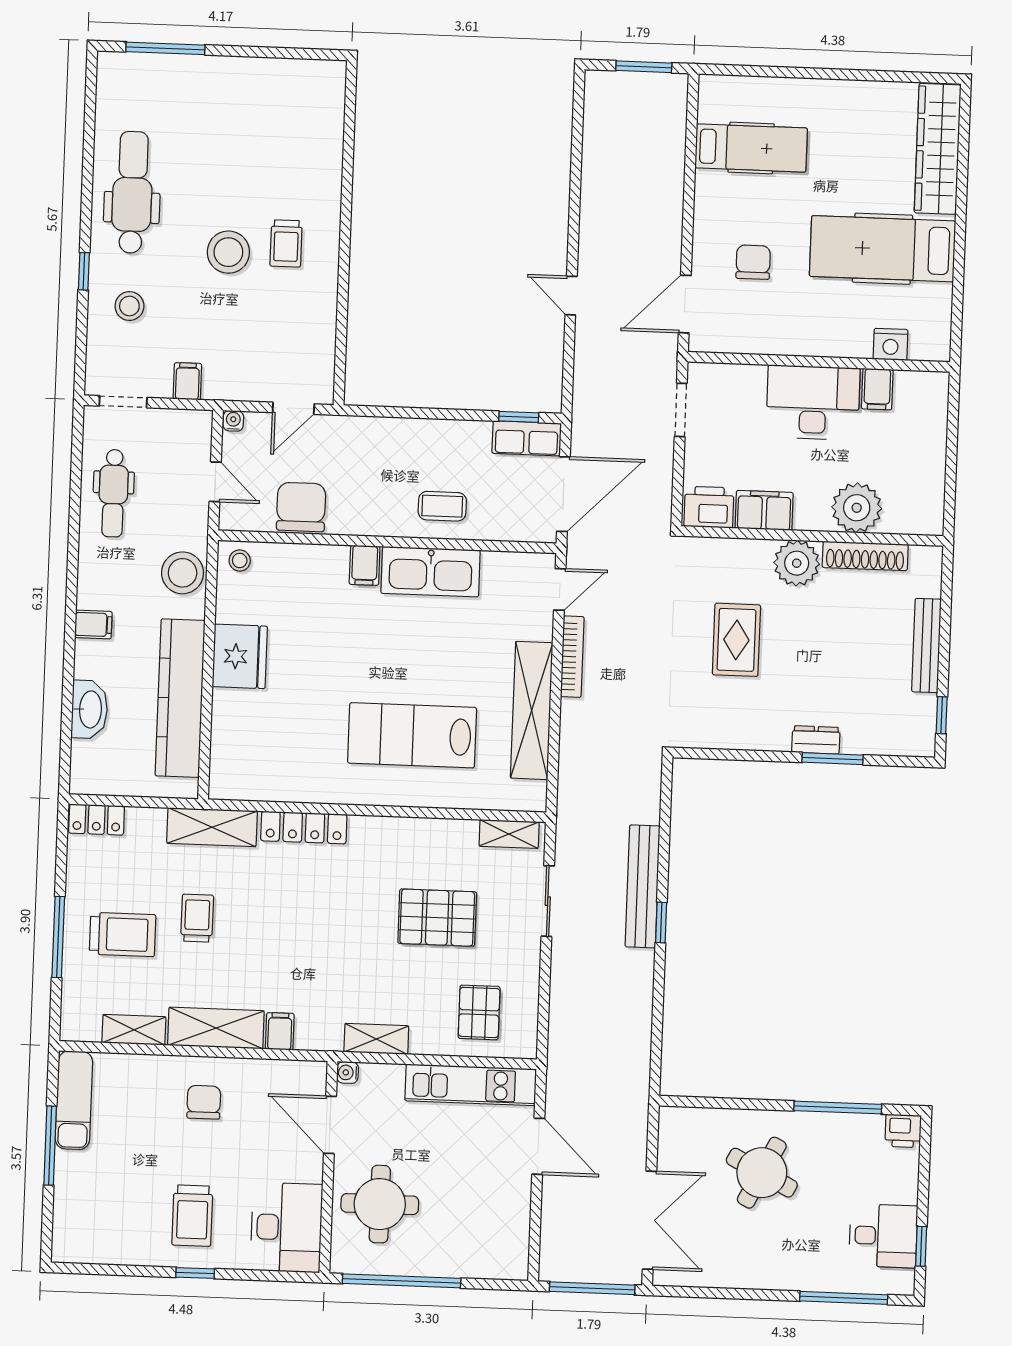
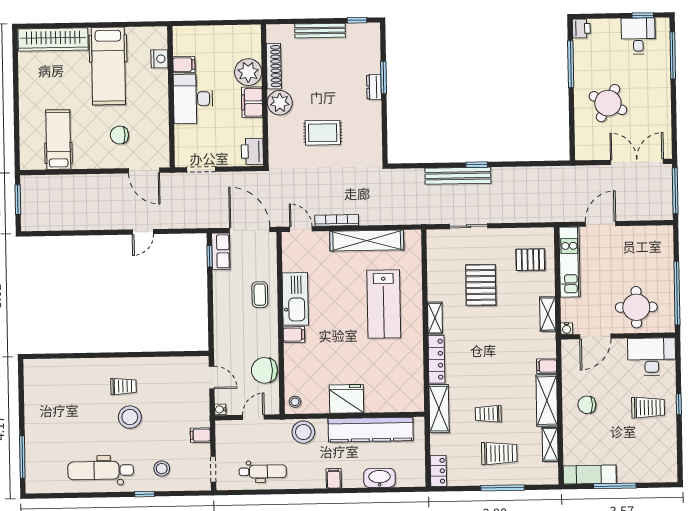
filing cabinet: (764, 510) -> (252, 102), moved
shelving: (509, 834) -> (435, 318), moved
trolley: (123, 934) -> (499, 453), turned 90

